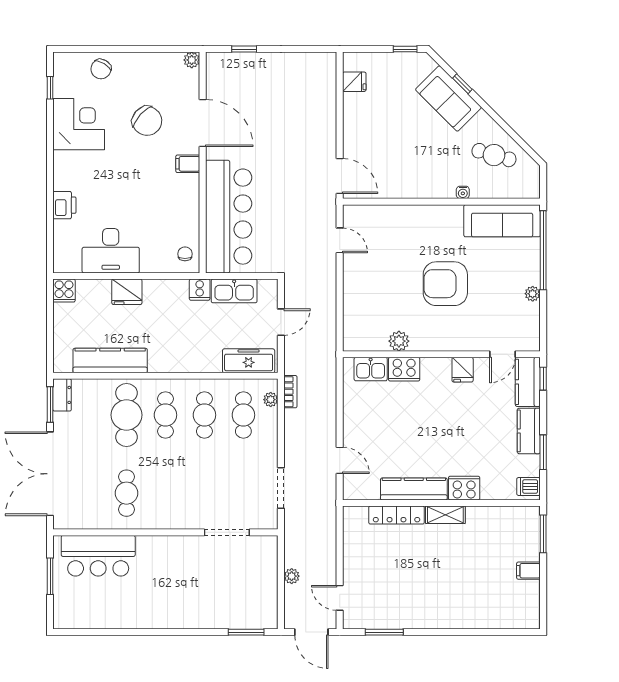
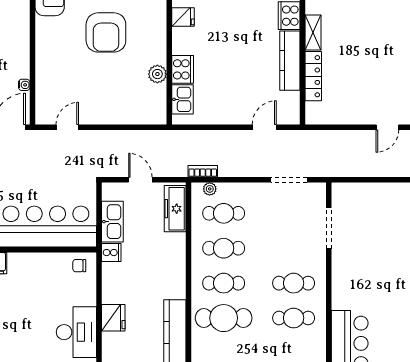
water cooler: (463, 192) -> (24, 85), moved
cafe table: (165, 493) -> (294, 283), added
plant: (292, 576) -> (368, 170), removed

